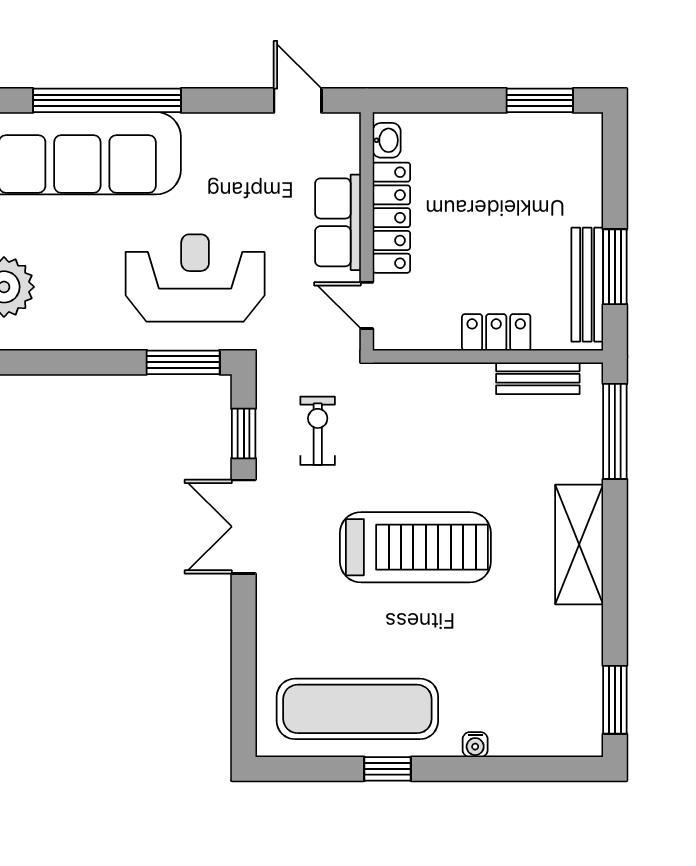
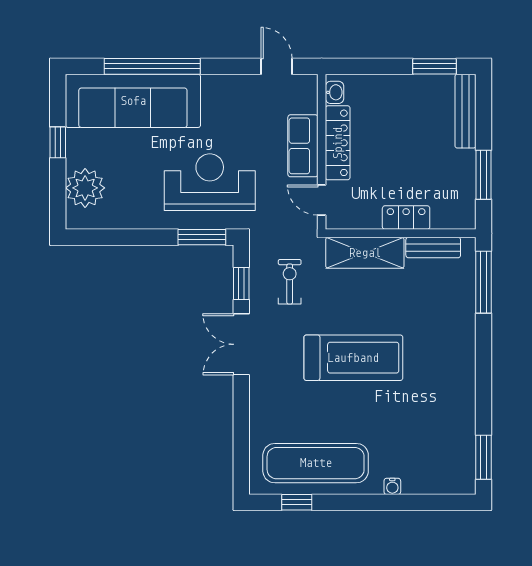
bench: (587, 285) -> (465, 111), moved
shelving: (579, 544) -> (365, 253), moved, turned 90
window: (388, 769) -> (297, 502), moved

